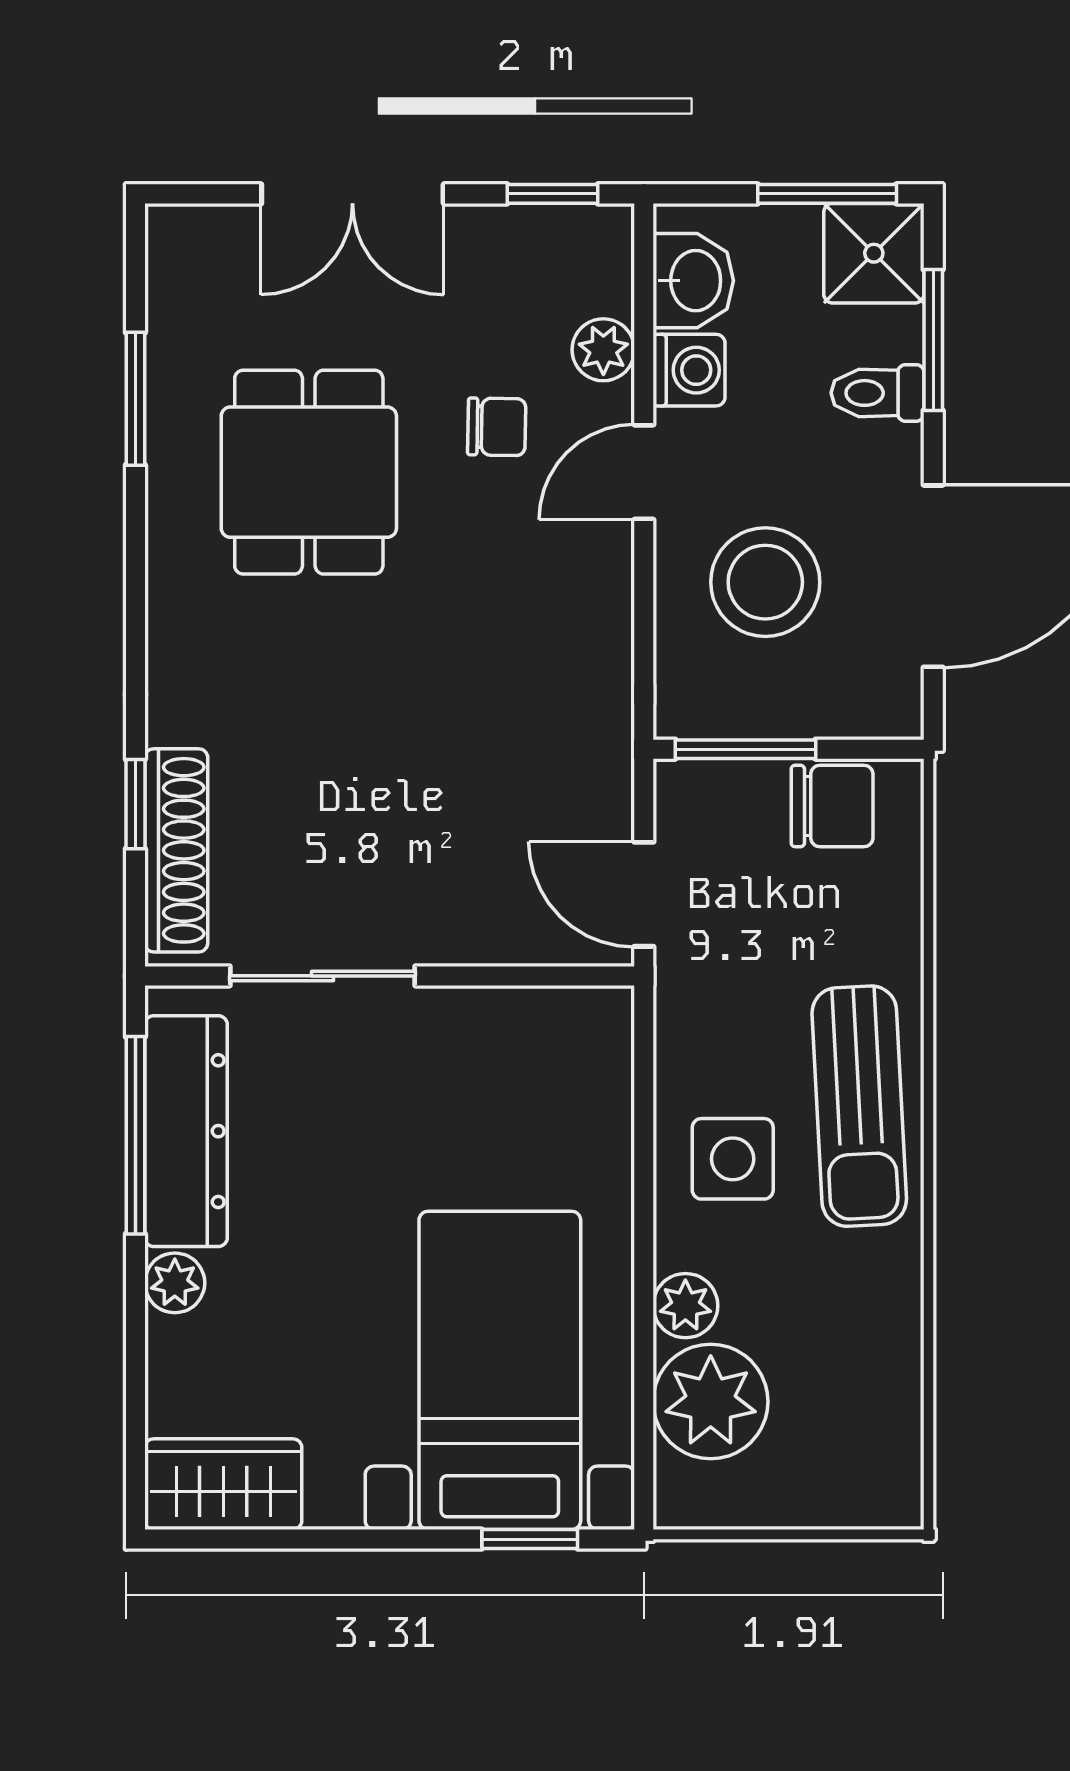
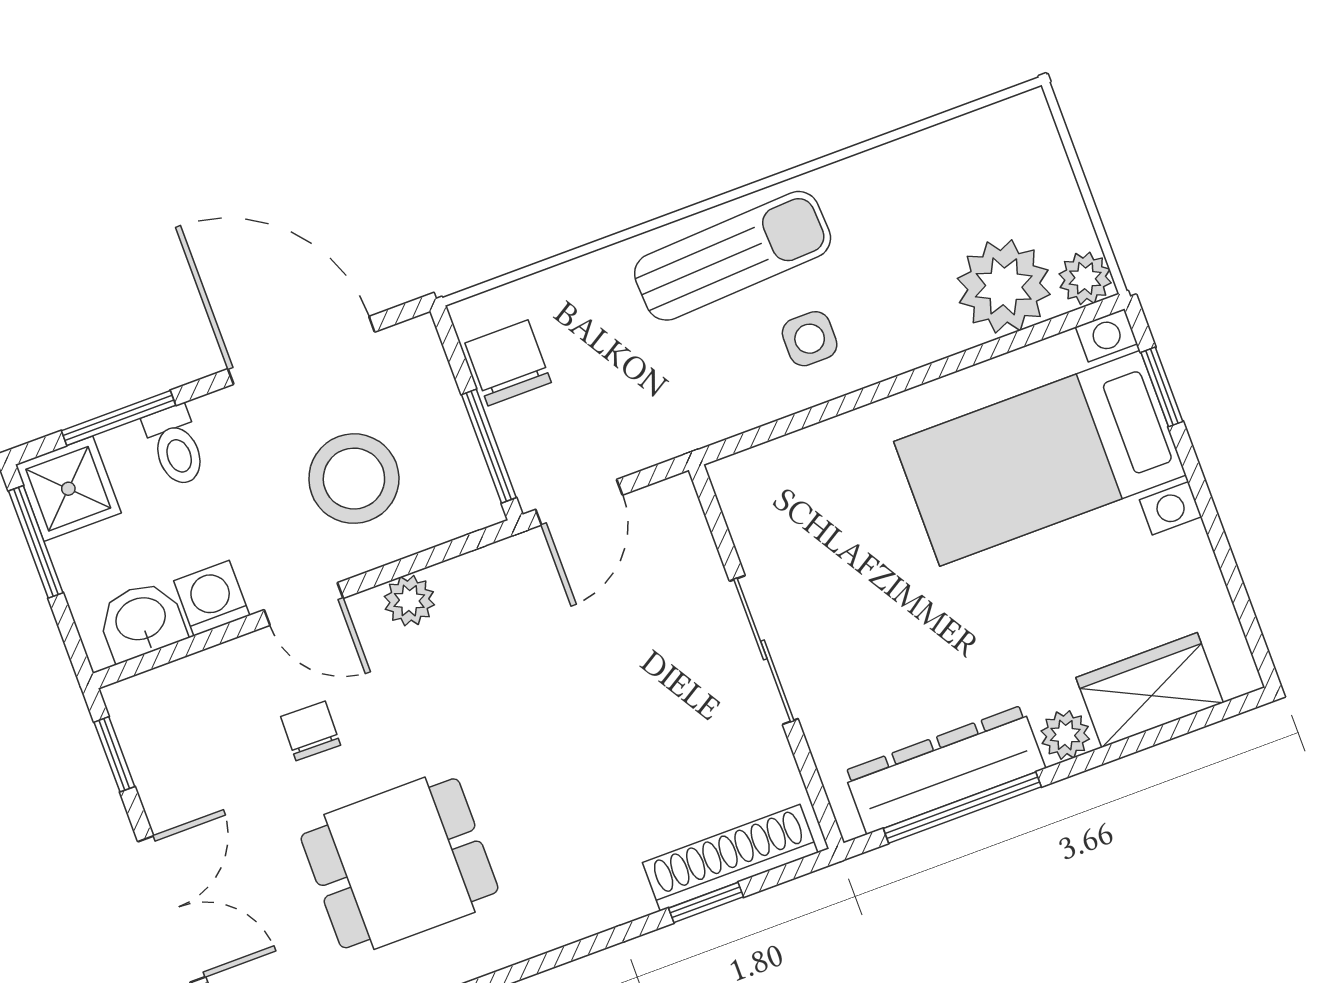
plant: (603, 350) -> (409, 601), moved
door: (644, 894) -> (579, 502), moved
sliding door: (323, 976) -> (764, 650), moved
side table: (733, 1159) -> (810, 339), width x0.73, depth x0.73
plant: (685, 1306) -> (1085, 278), moved
wardrobe: (223, 1484) -> (1150, 690), moved, turned 90

